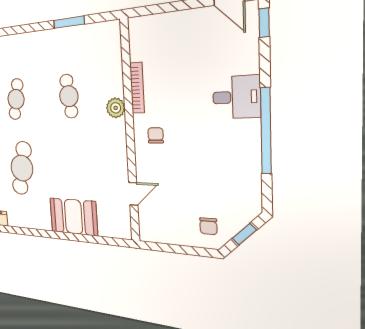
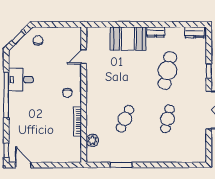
cafe table: (69, 96) -> (125, 119), turned 30
desk: (236, 97) -> (21, 80), moved
plant: (116, 108) -> (92, 140), moved
dresser: (40, 223) -> (156, 32), added

